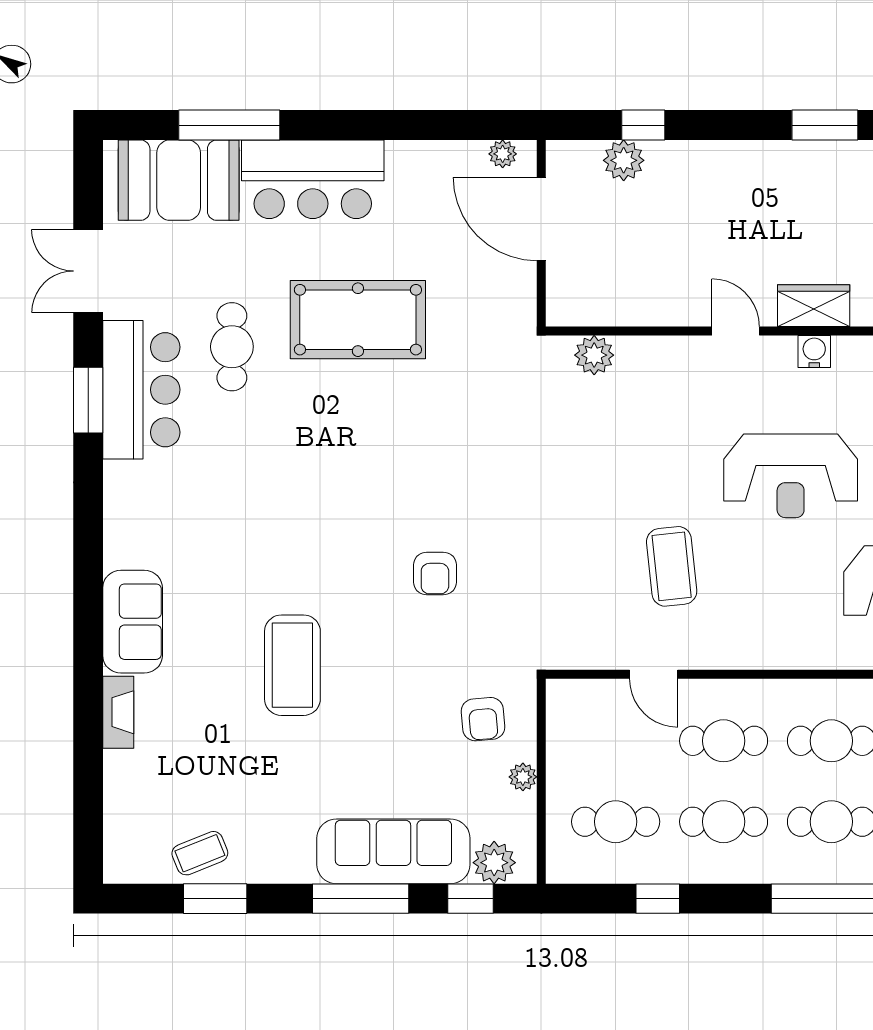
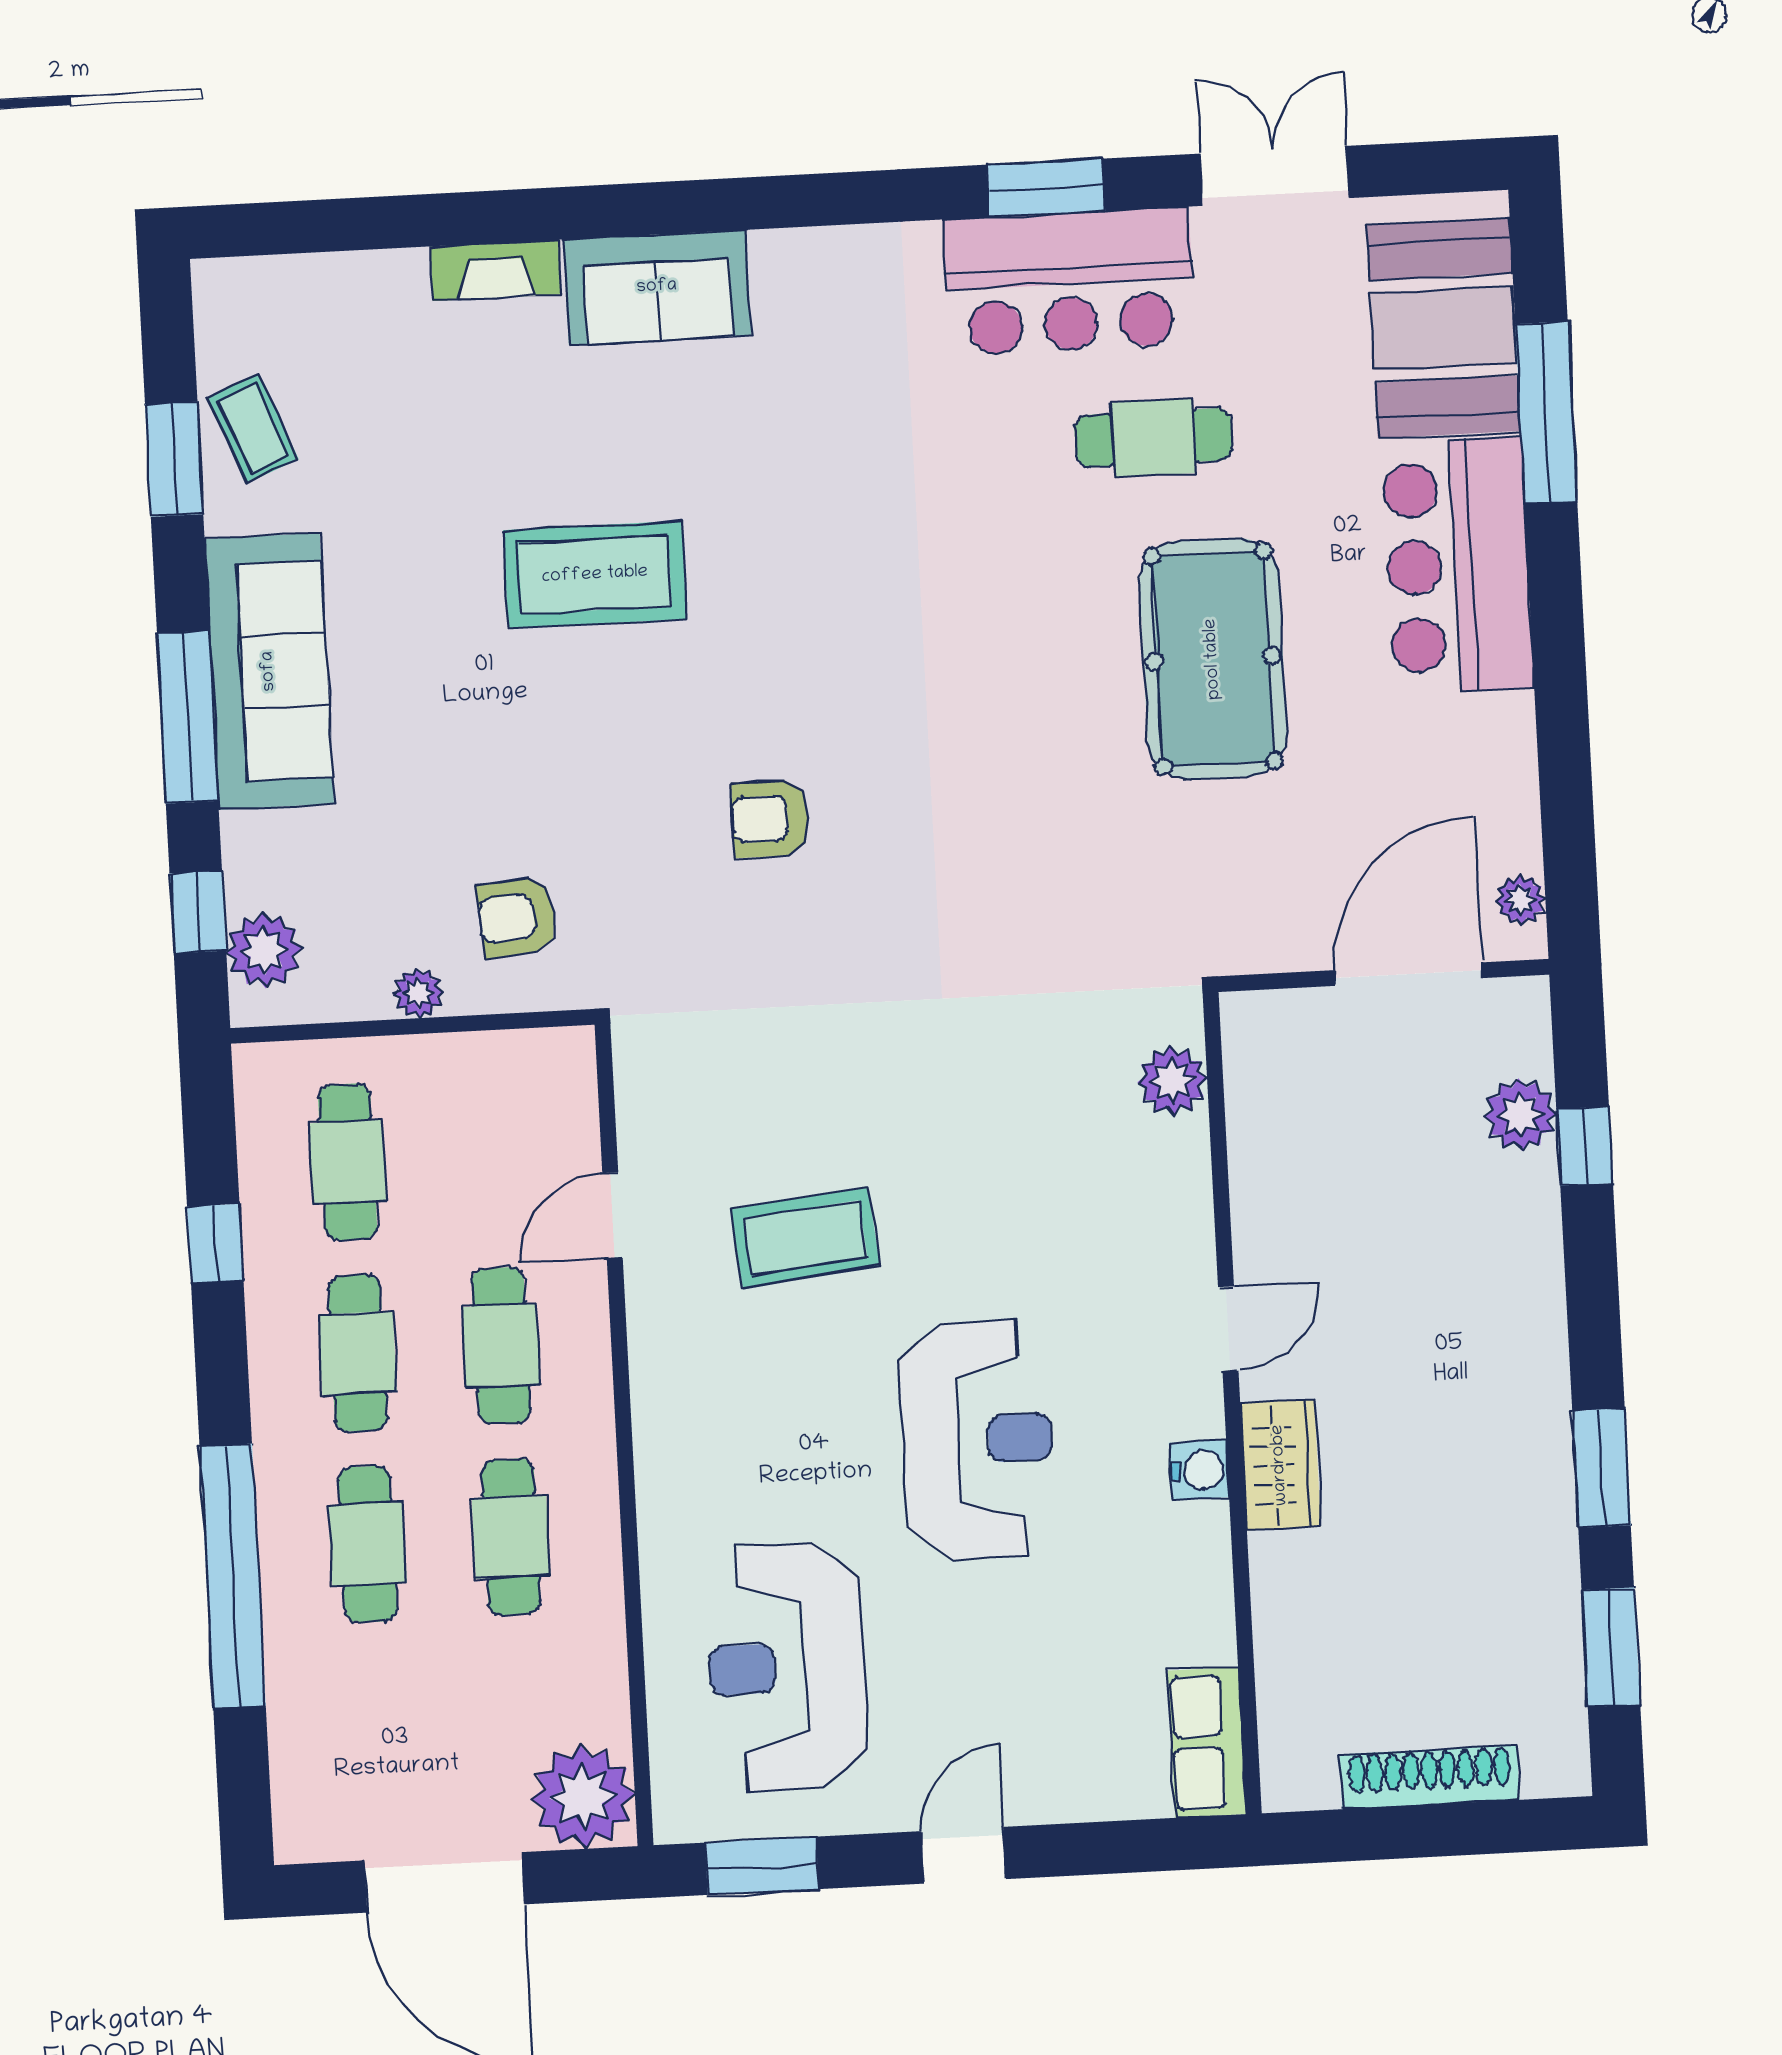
reception desk: (791, 476) -> (977, 1440), turned 180
sofa: (393, 851) -> (269, 671), moved

